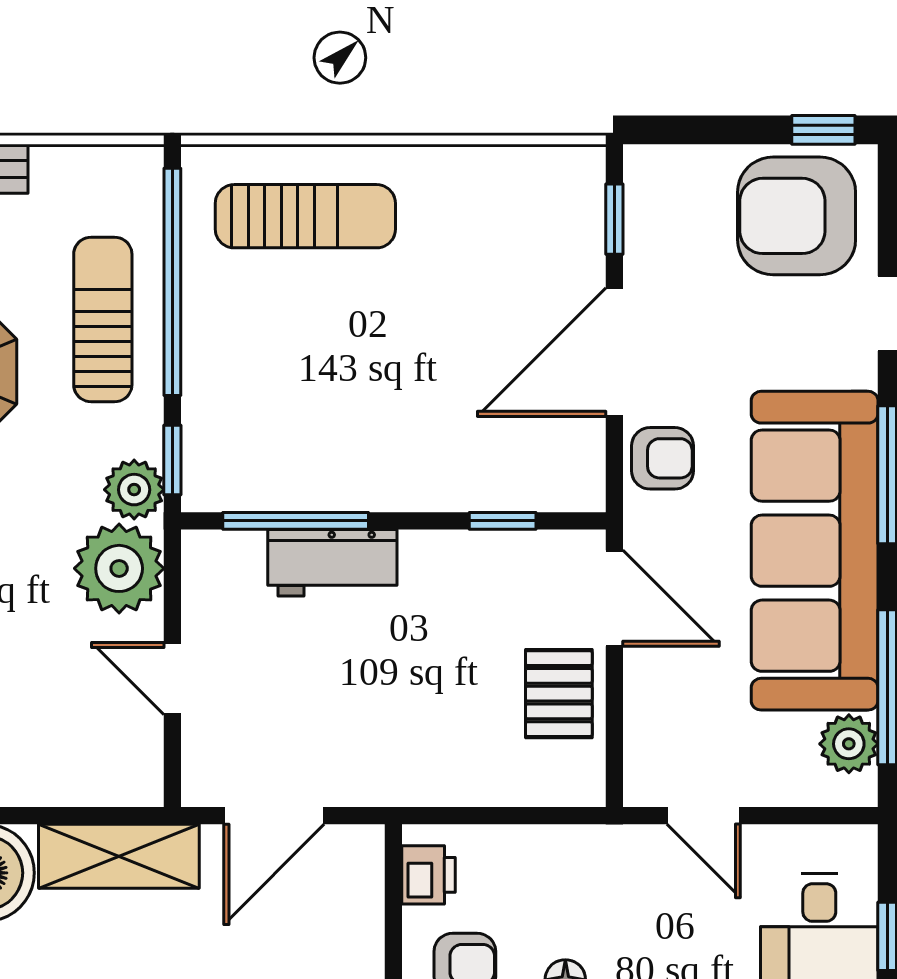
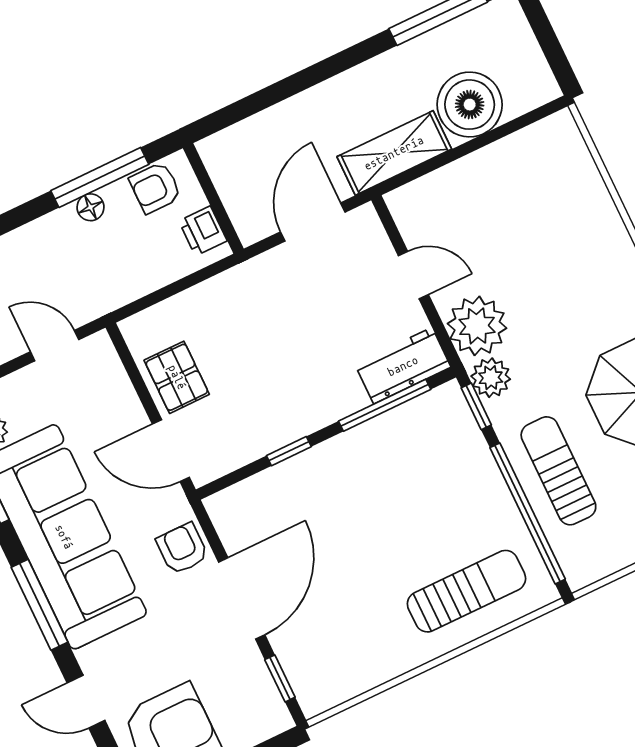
sun lounger: (305, 216) -> (466, 591), turned 180
sun lounger: (103, 319) -> (558, 471), turned 180
armchair: (662, 458) -> (182, 549), turned 90
window: (503, 521) -> (289, 451), moved
workbench: (332, 563) -> (403, 366), moved

